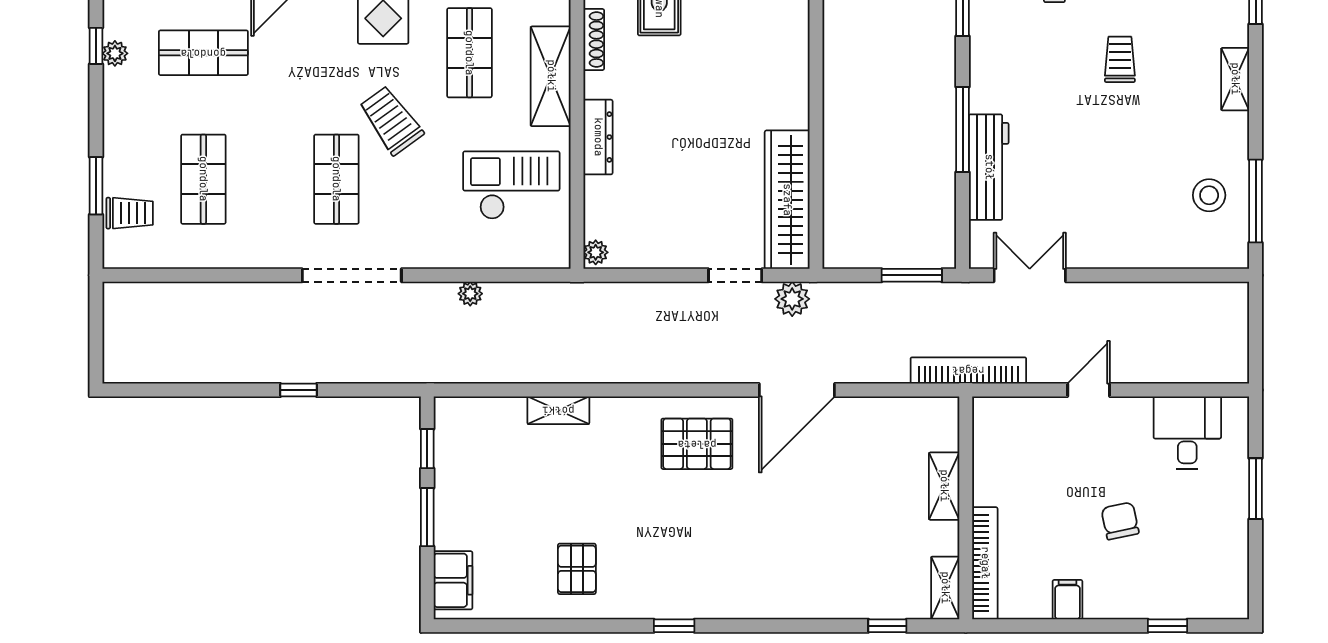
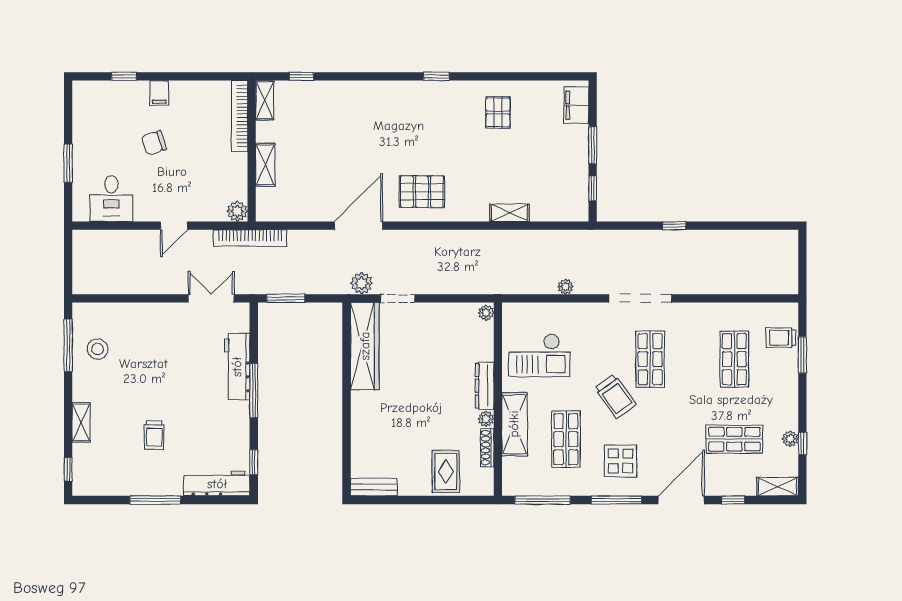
plant: (596, 85) -> (486, 419), added
double door: (1030, 275) -> (211, 298), swing flipped
plant: (988, 413) -> (237, 211), added
chair: (1120, 521) -> (154, 143), turned 84
filing cabinet: (1067, 600) -> (159, 93), moved

